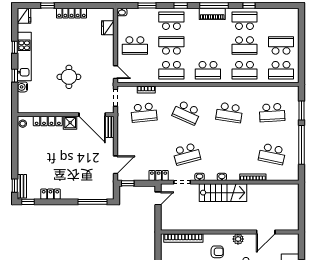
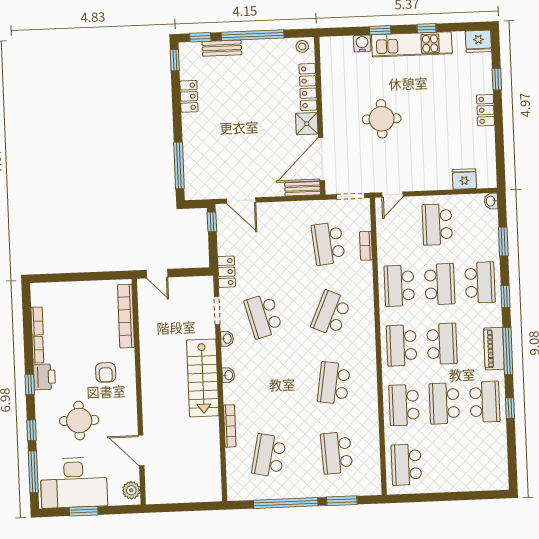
locker: (72, 13) -> (485, 110), width x0.66
school desk: (281, 45) -> (442, 344), moved
window: (15, 154) -> (253, 35), added
bench: (22, 186) -> (222, 48), moved
door: (158, 198) -> (157, 274), moved
plant: (238, 239) -> (131, 490), moved

